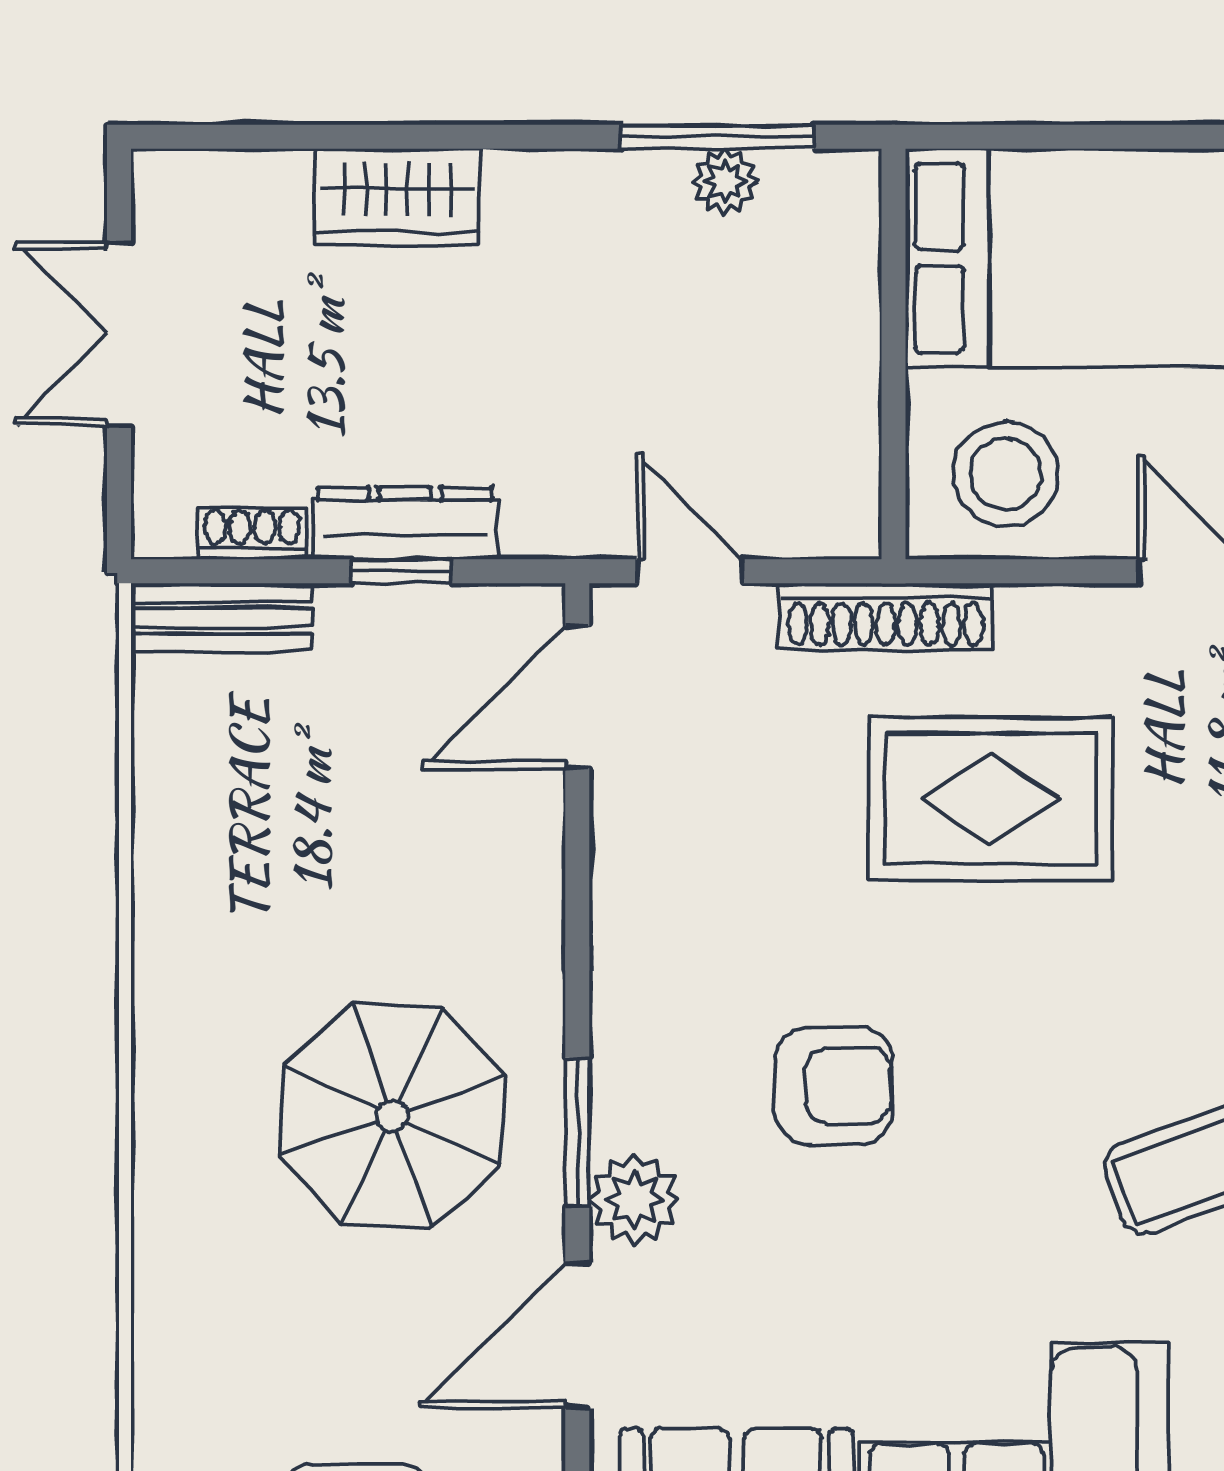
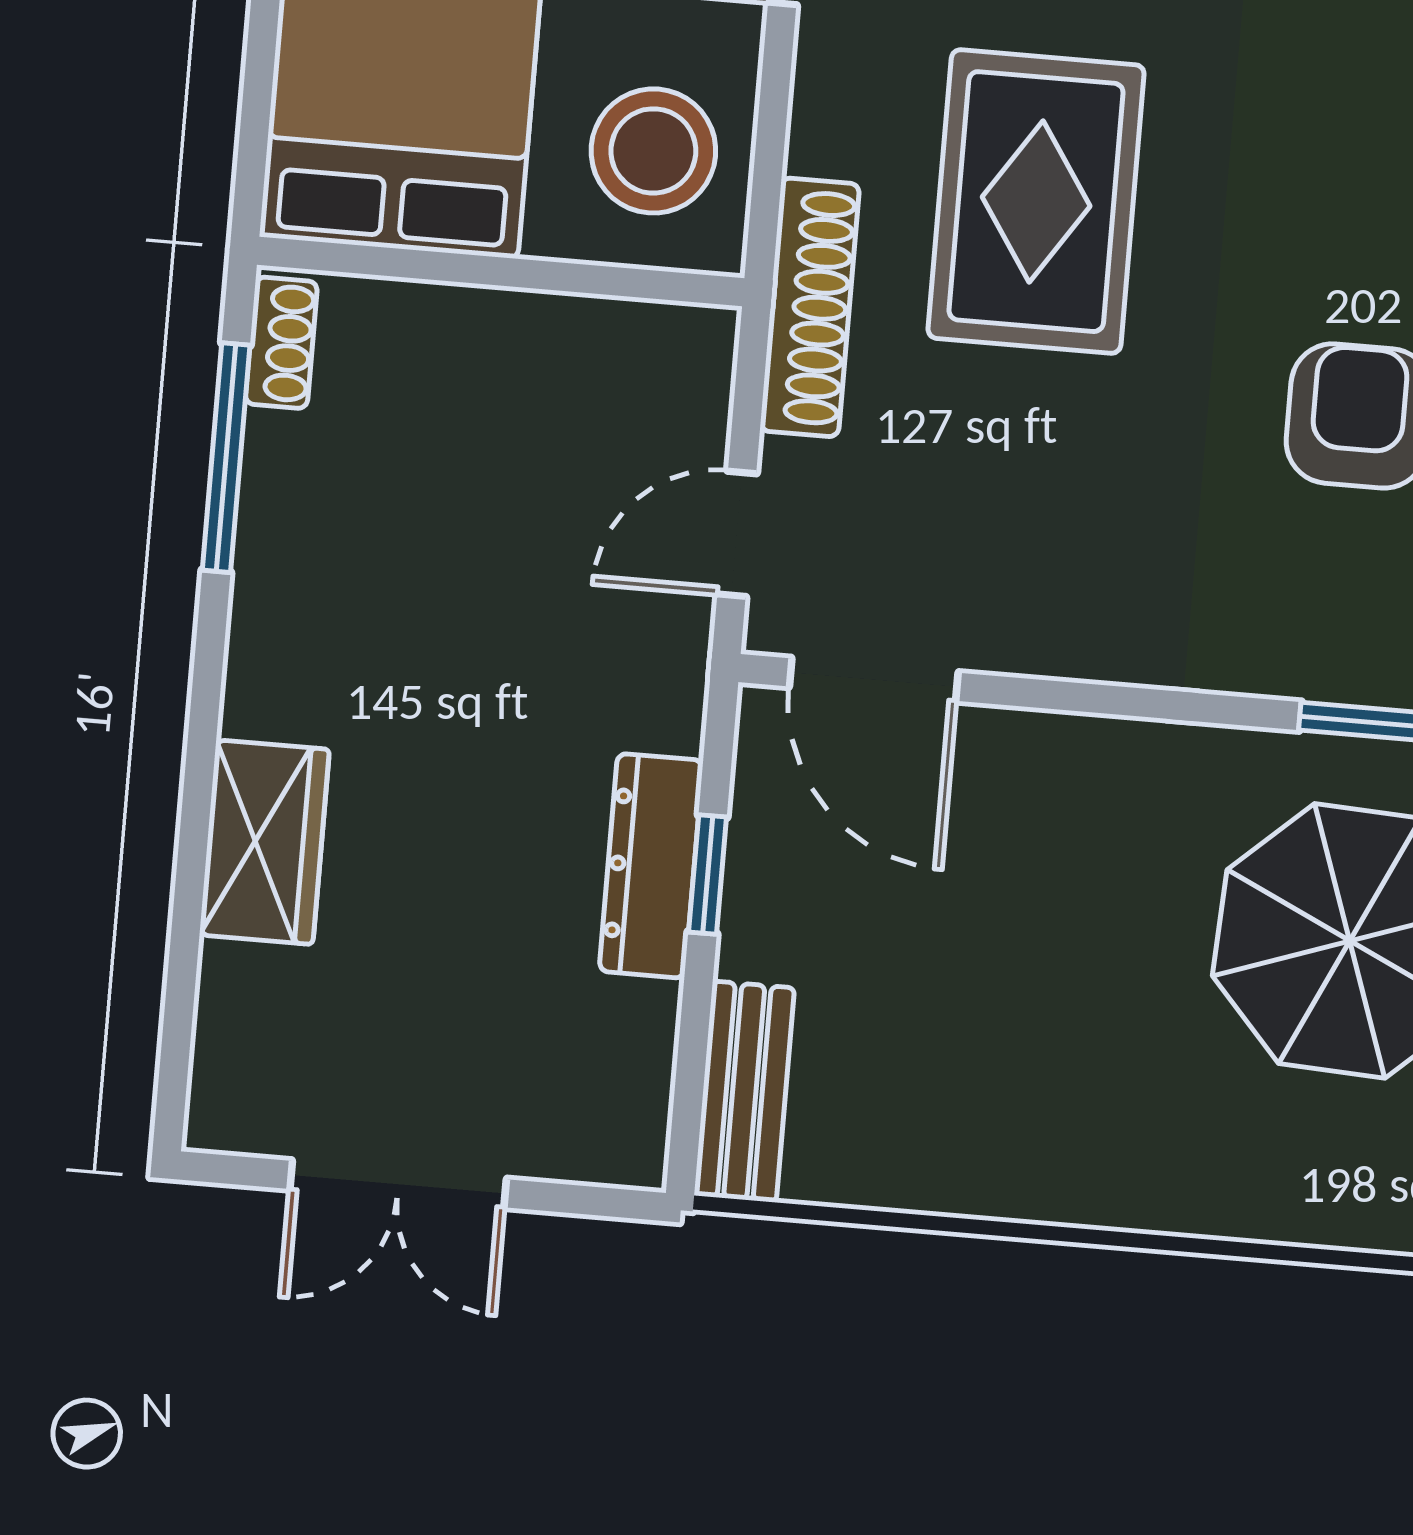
plant: (725, 181) -> (280, 453), removed
shoe rack: (252, 533) -> (281, 343), moved, turned 180

